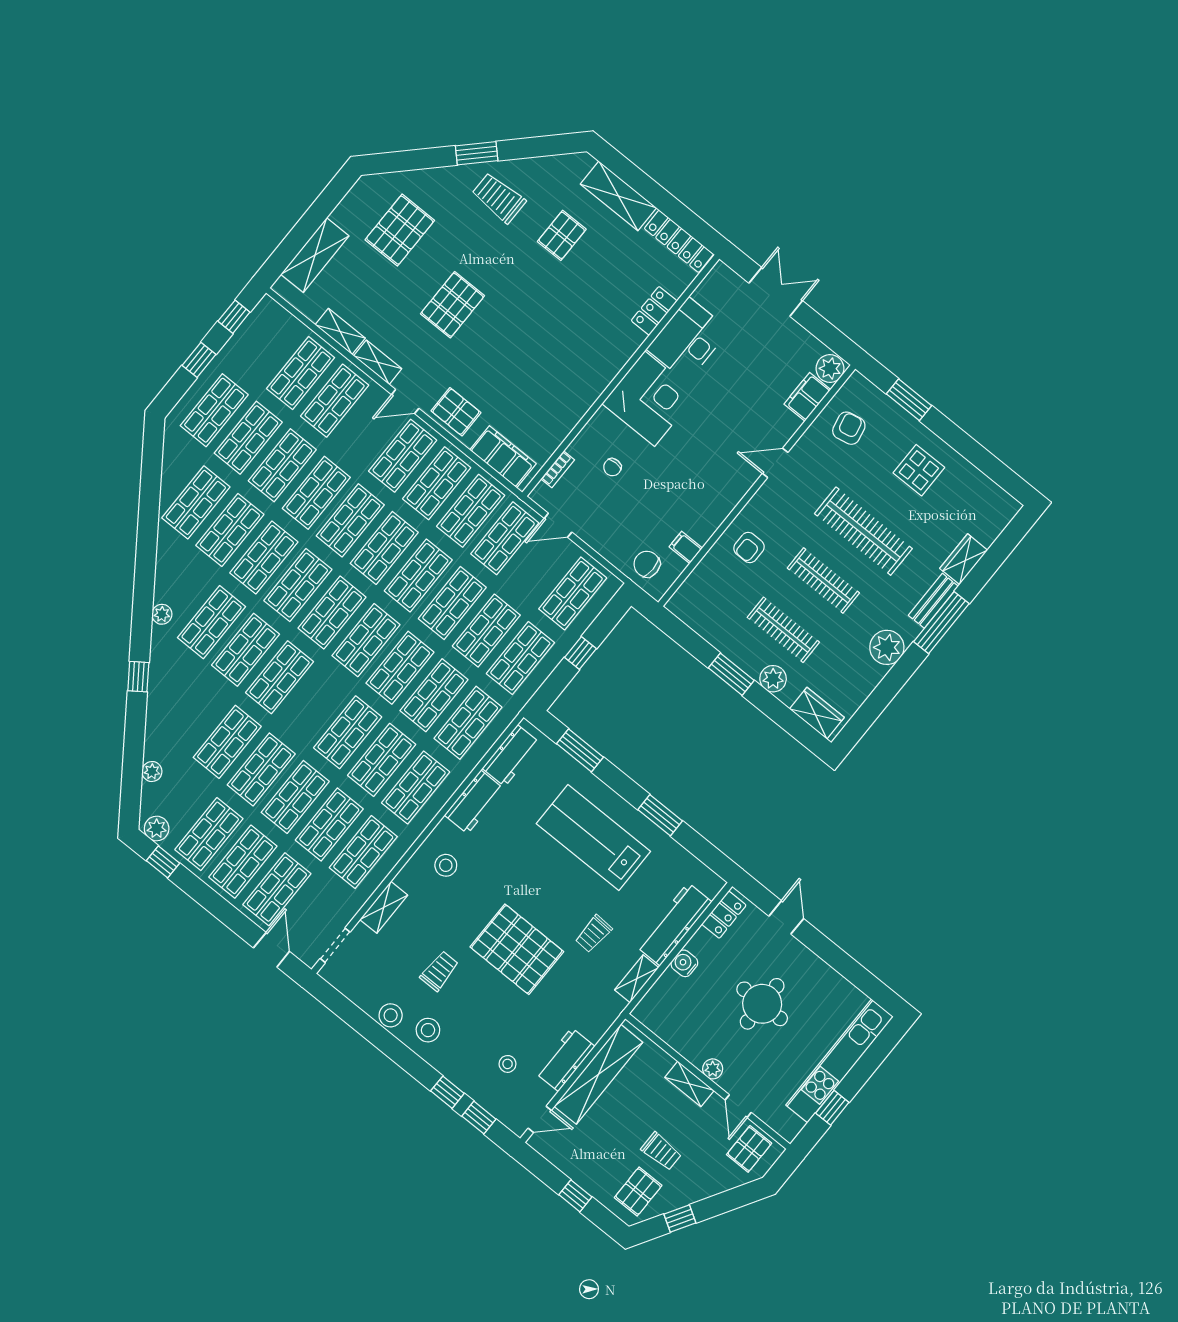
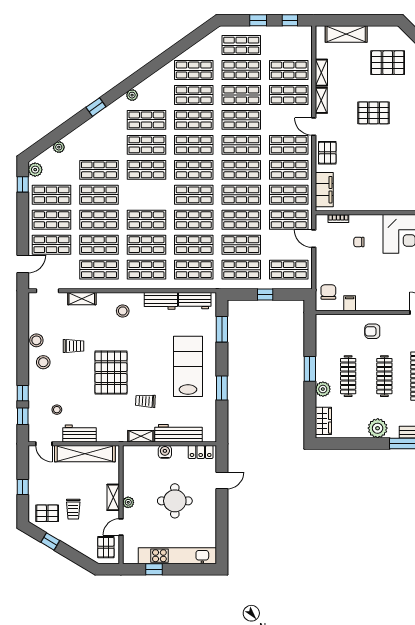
pallet: (749, 1149) -> (106, 547), turned 90

